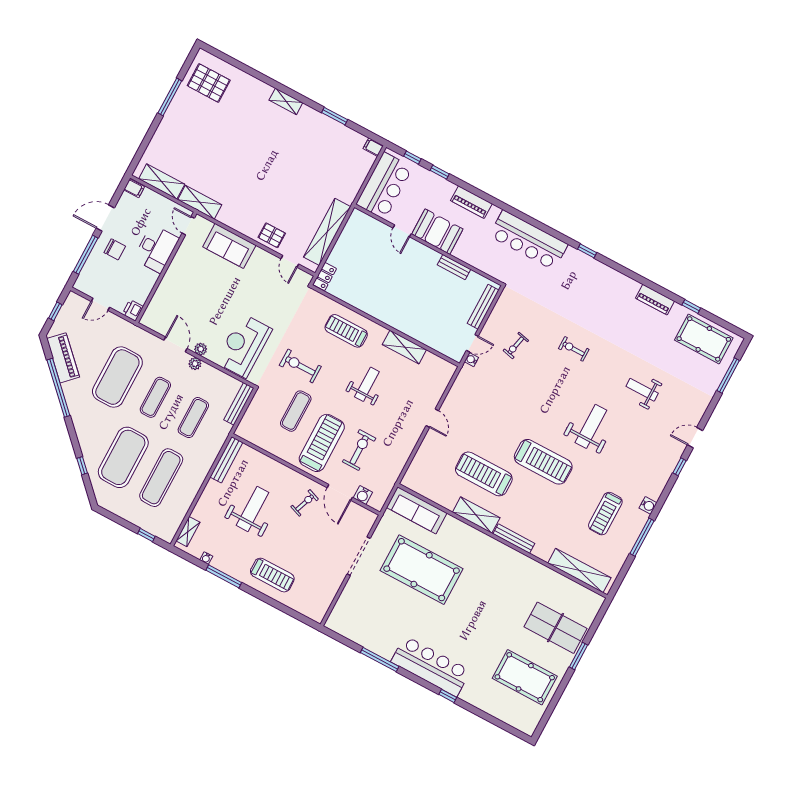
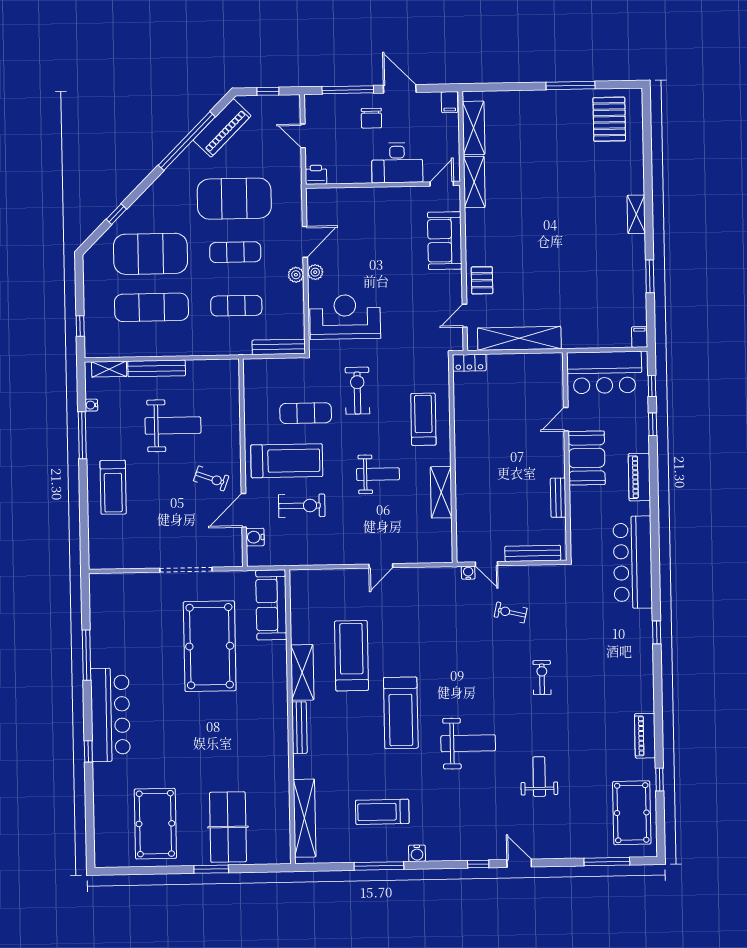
bench: (226, 460) -> (157, 368), moved

